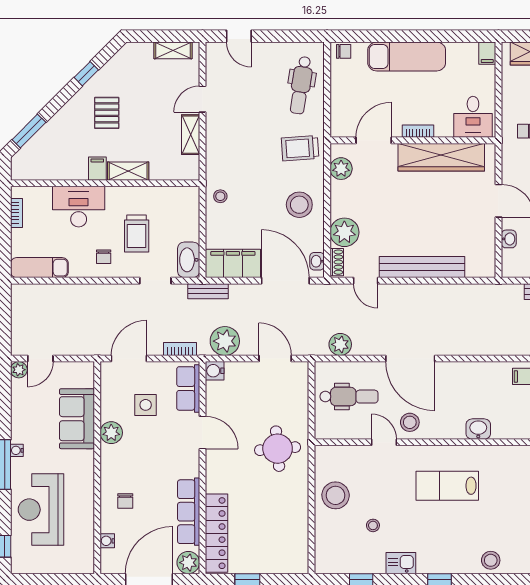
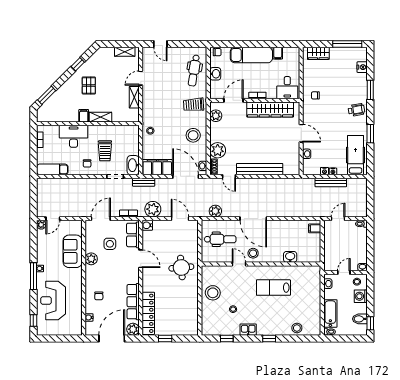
filing cabinet: (487, 53) -> (278, 53), moved
washbasin: (340, 91) -> (215, 74), added

